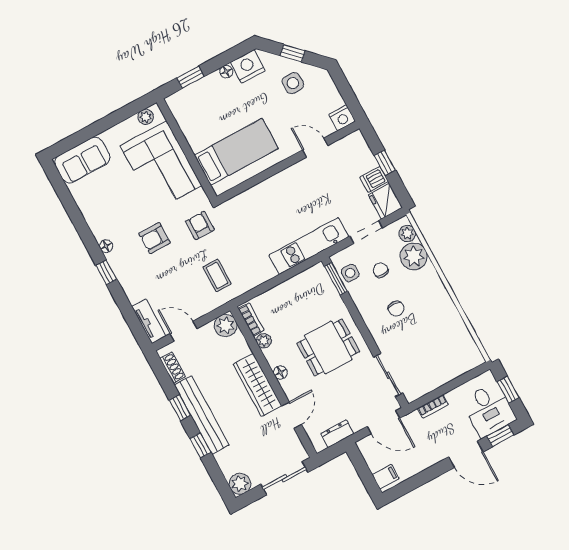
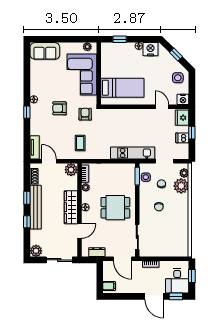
side table: (293, 83) -> (178, 78), moved
fridge: (385, 201) -> (182, 118), moved

